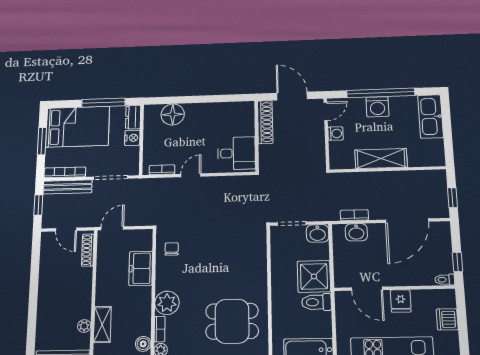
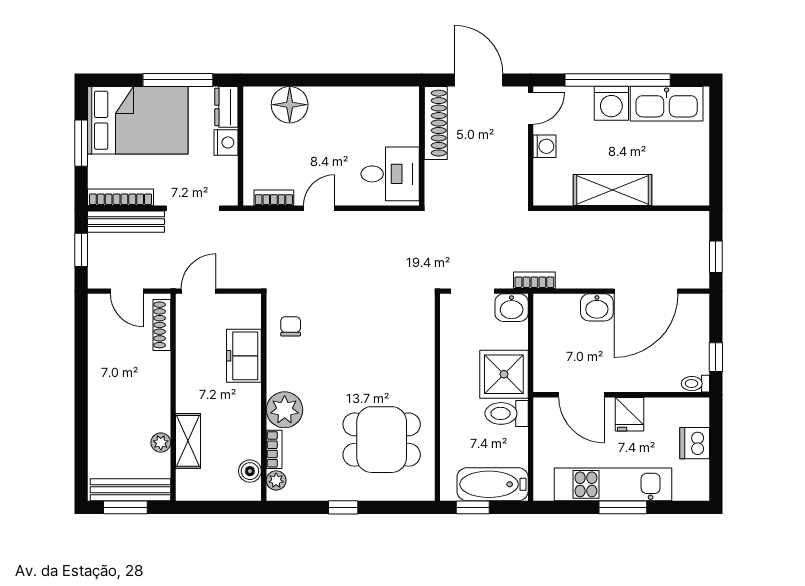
kitchen sink: (430, 116) -> (667, 104), moved, turned -90
bookcase: (354, 215) -> (534, 280), moved
washbasin: (356, 232) -> (597, 307), moved

